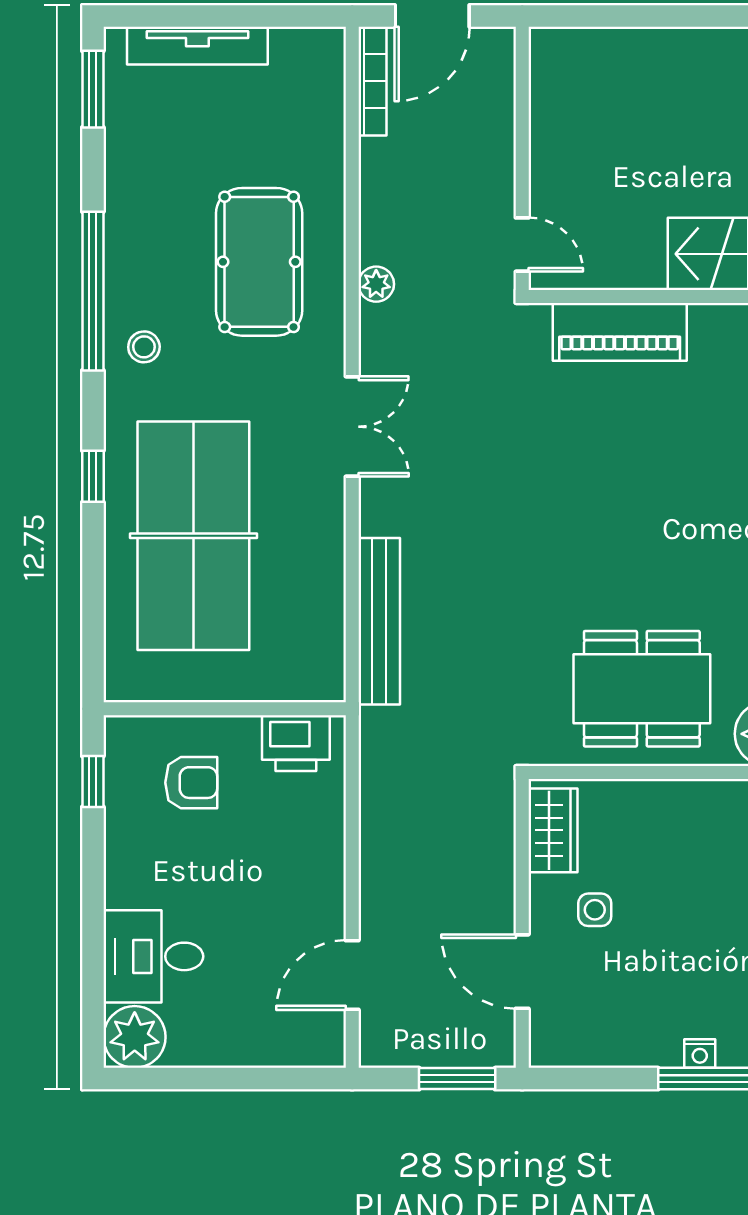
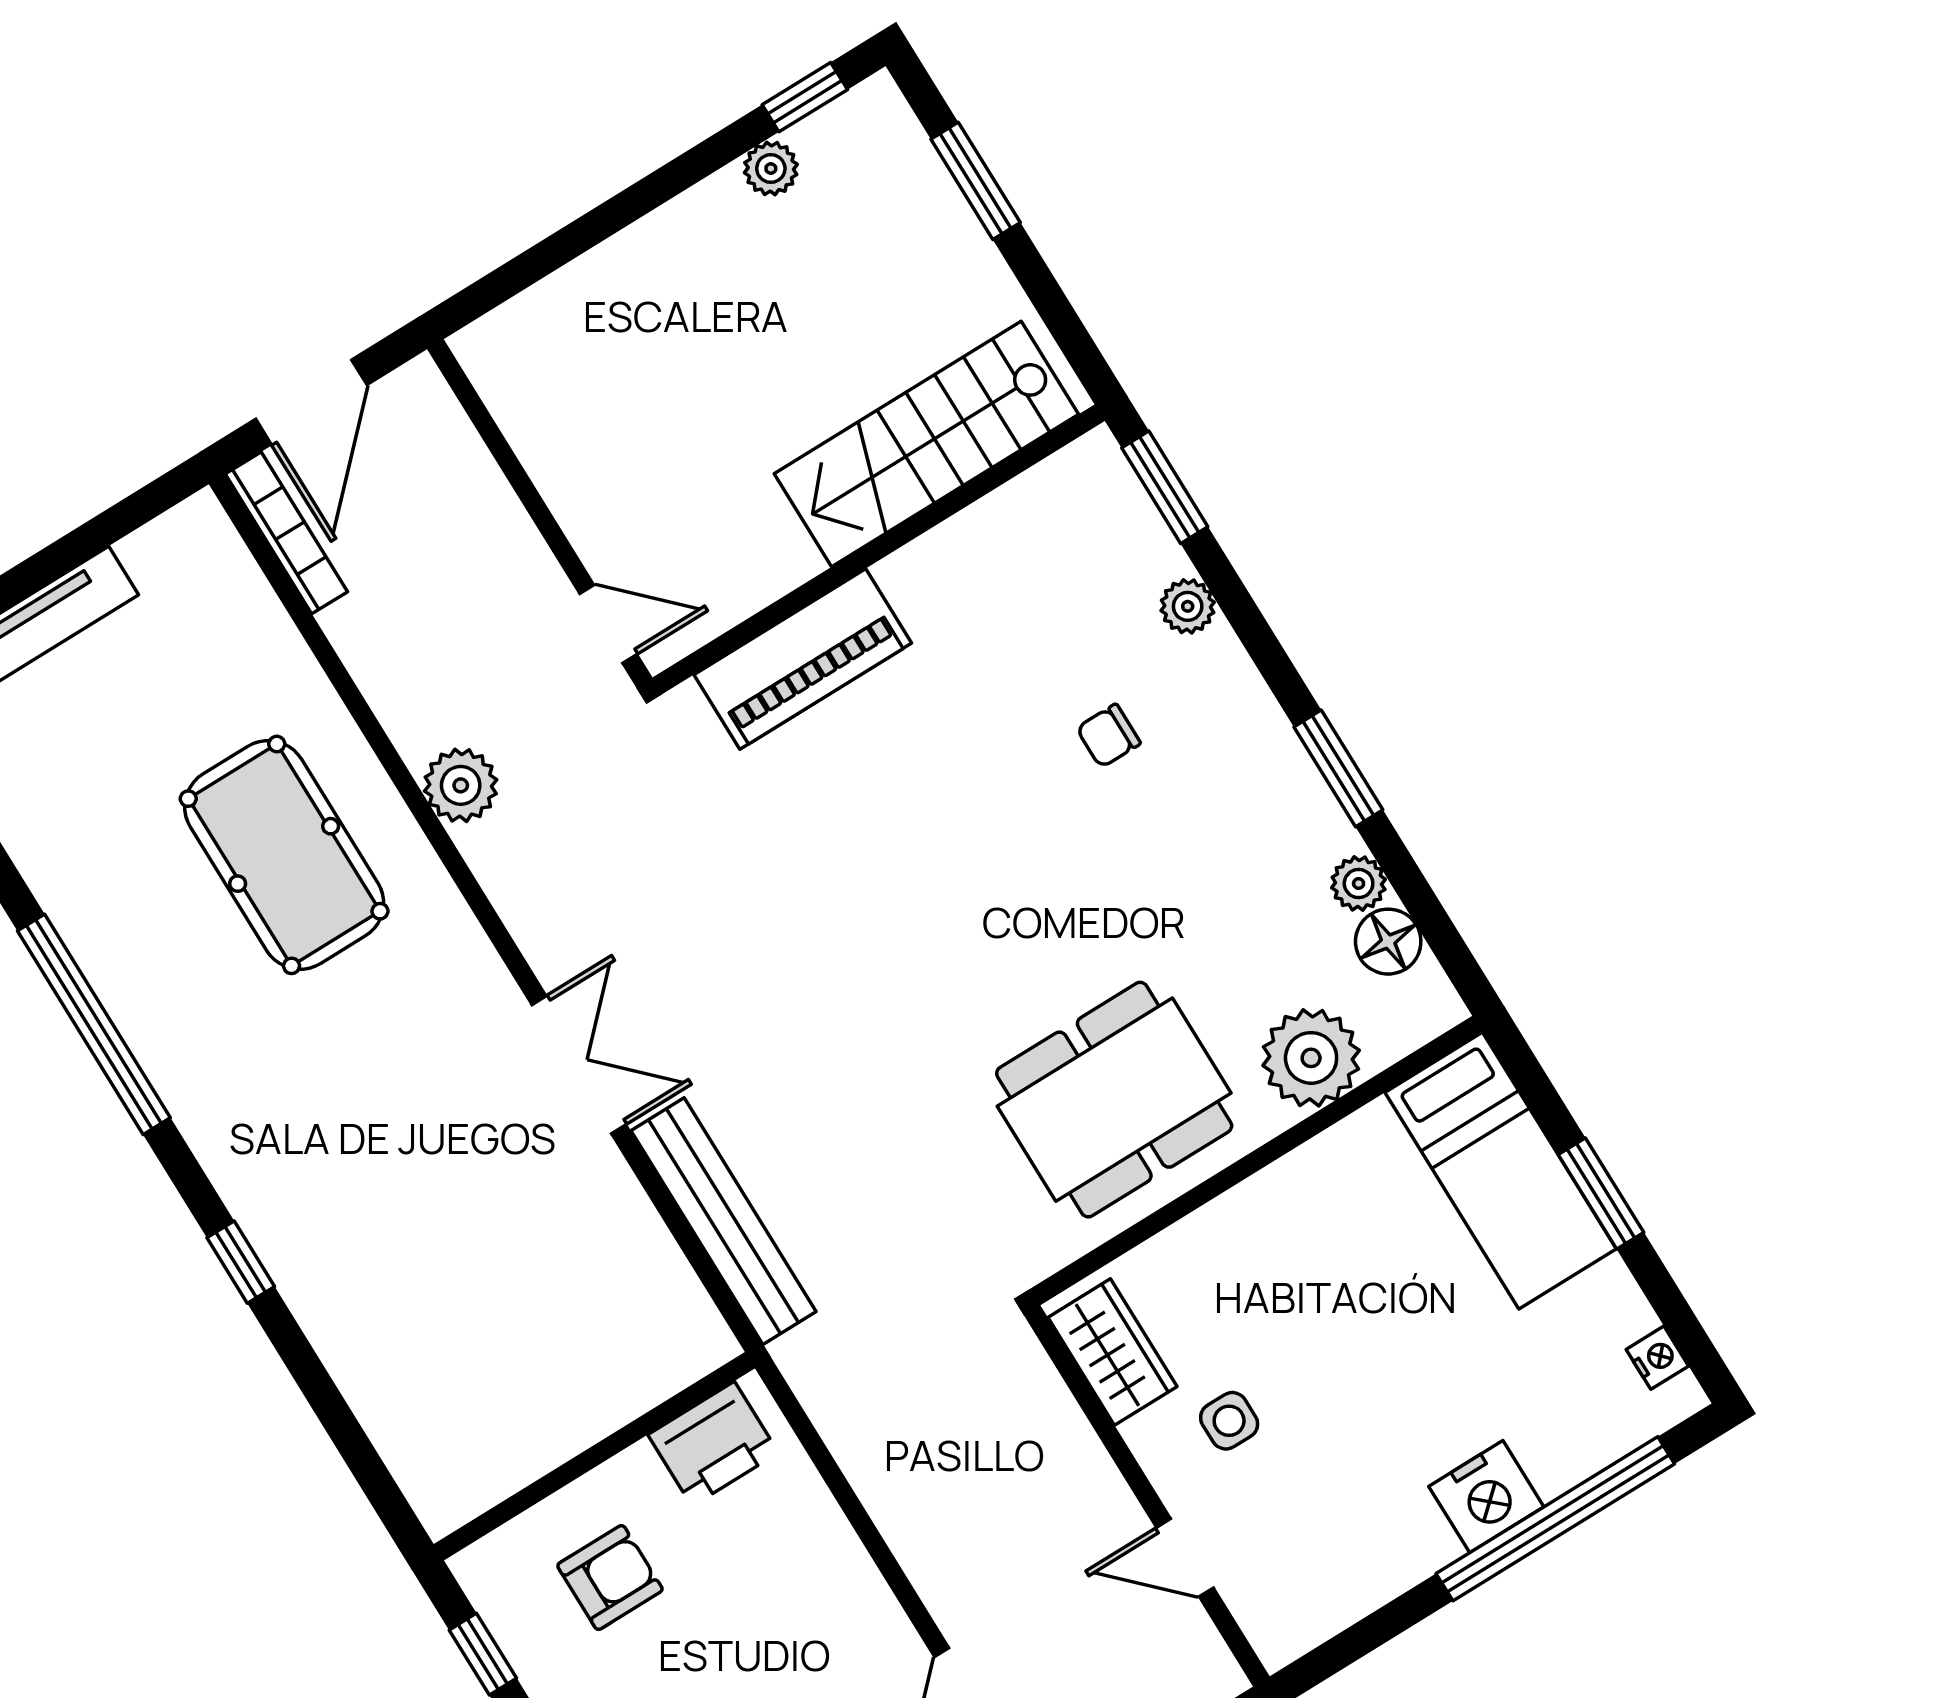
plant: (376, 284) -> (461, 785), width x1.38, depth x1.38
stool: (144, 347) -> (204, 1055), removed
double door: (352, 427) -> (579, 1065), moved
table tennis table: (193, 536) -> (417, 1259), removed
door: (522, 972) -> (1185, 1558), width x0.73
nightstand: (700, 1054) -> (1486, 1497), width x1.89, depth x1.79

